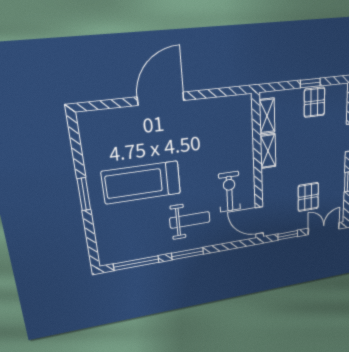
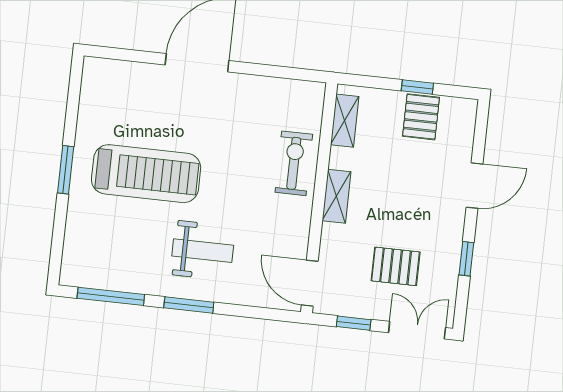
shelving: (268, 151) -> (336, 196), moved
treadmill: (142, 182) -> (146, 174), turned 180
exercise bike: (229, 192) -> (294, 163), moved
pallet: (308, 197) -> (396, 266), turned 90

